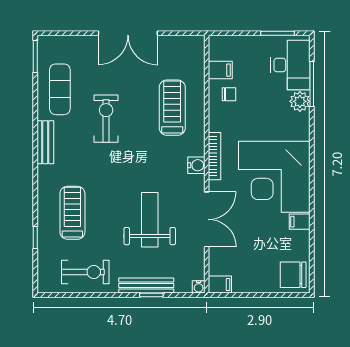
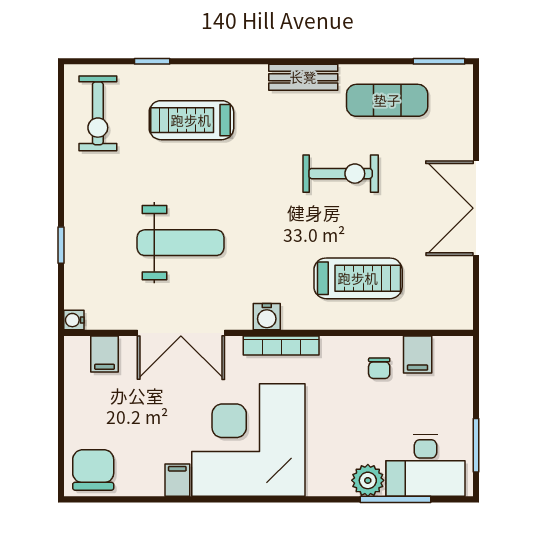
treadmill: (72, 213) -> (191, 120), turned 180
exercise bike: (85, 272) -> (98, 113), moved
filing cabinet: (220, 285) -> (105, 354), moved
bench: (146, 286) -> (76, 237), removed

